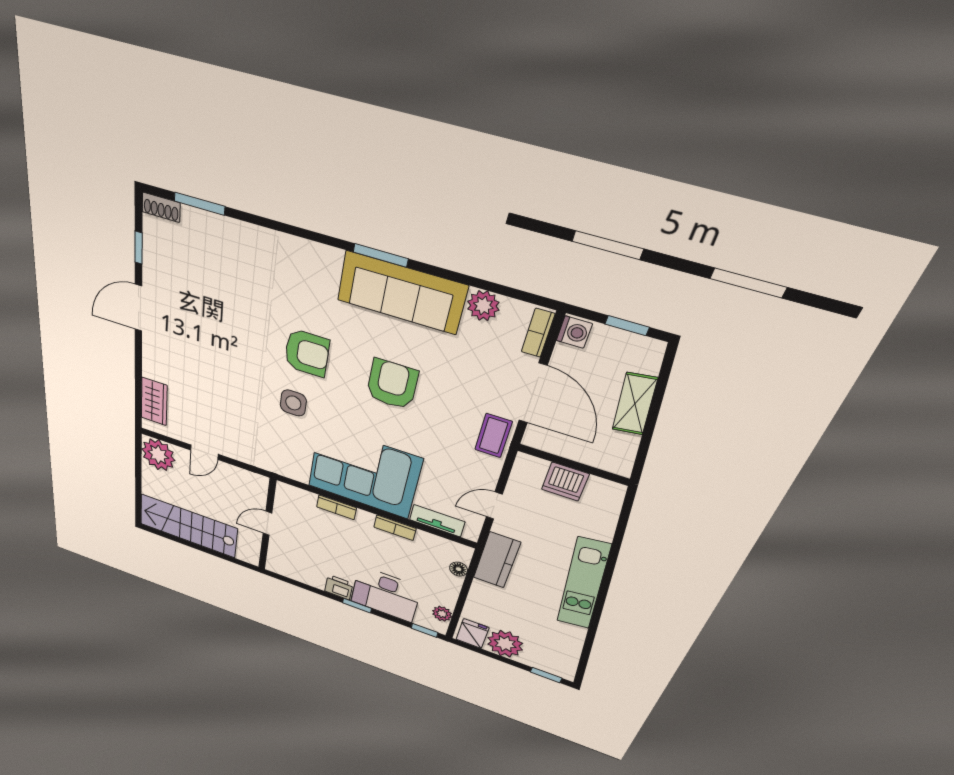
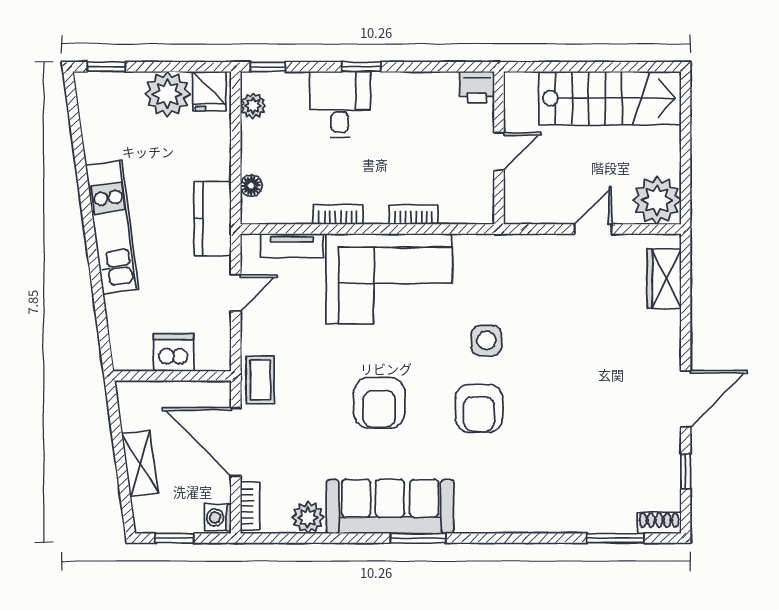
armchair: (307, 353) -> (479, 408), turned -90
printer: (339, 587) -> (477, 87), moved
desk: (386, 594) -> (340, 104), width x0.73

